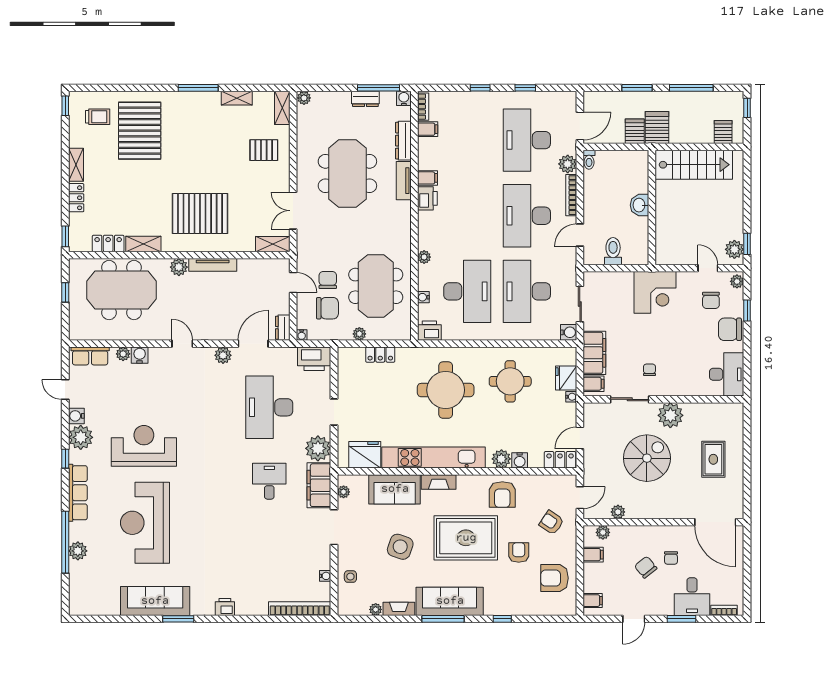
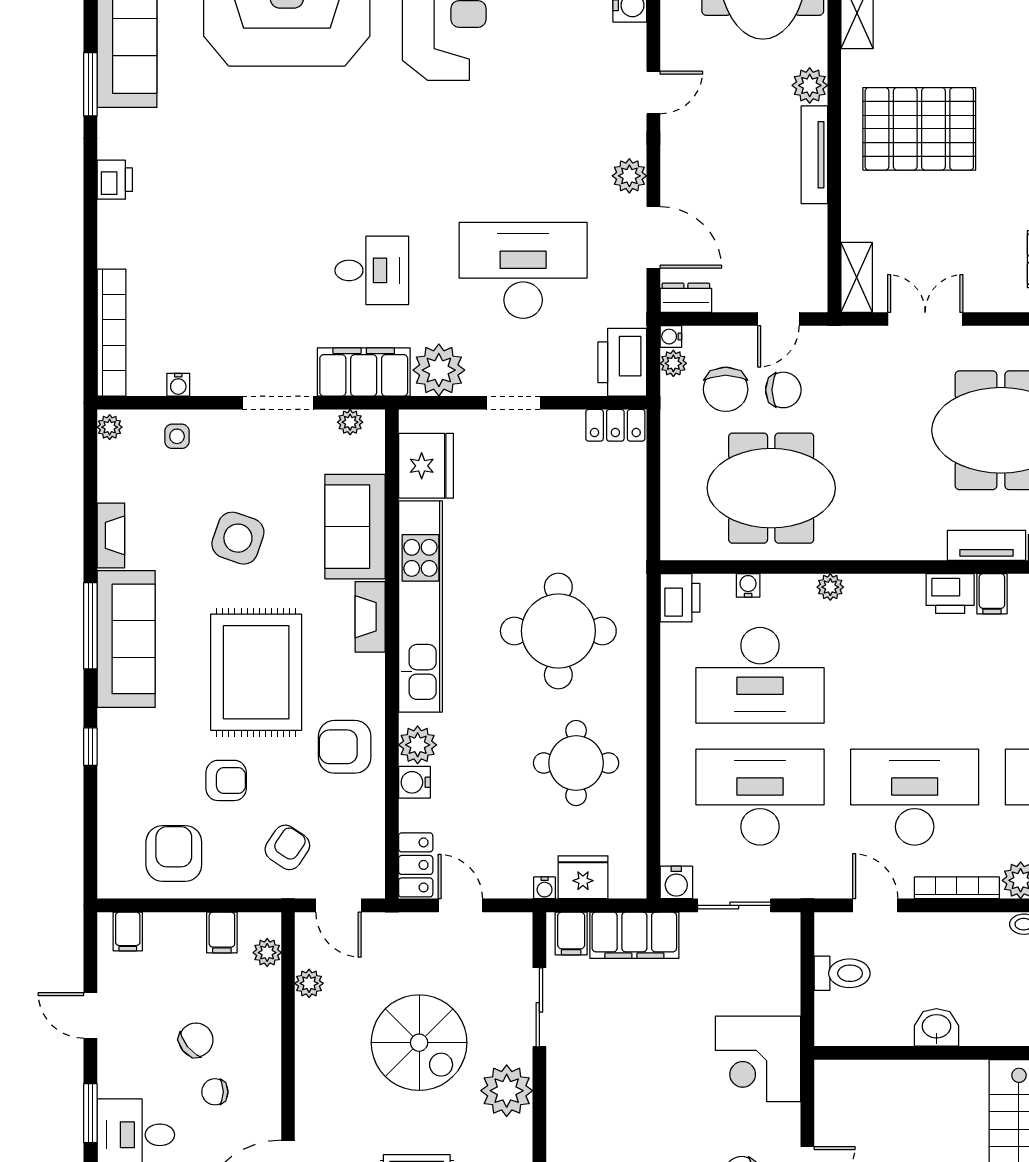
pallet: (200, 213) -> (919, 129), turned 90
plant: (359, 334) -> (673, 363), moved
locker: (380, 355) -> (615, 425), moved, turned -90
chair: (649, 370) -> (600, 1048), removed
plant: (376, 609) -> (110, 427), moved

